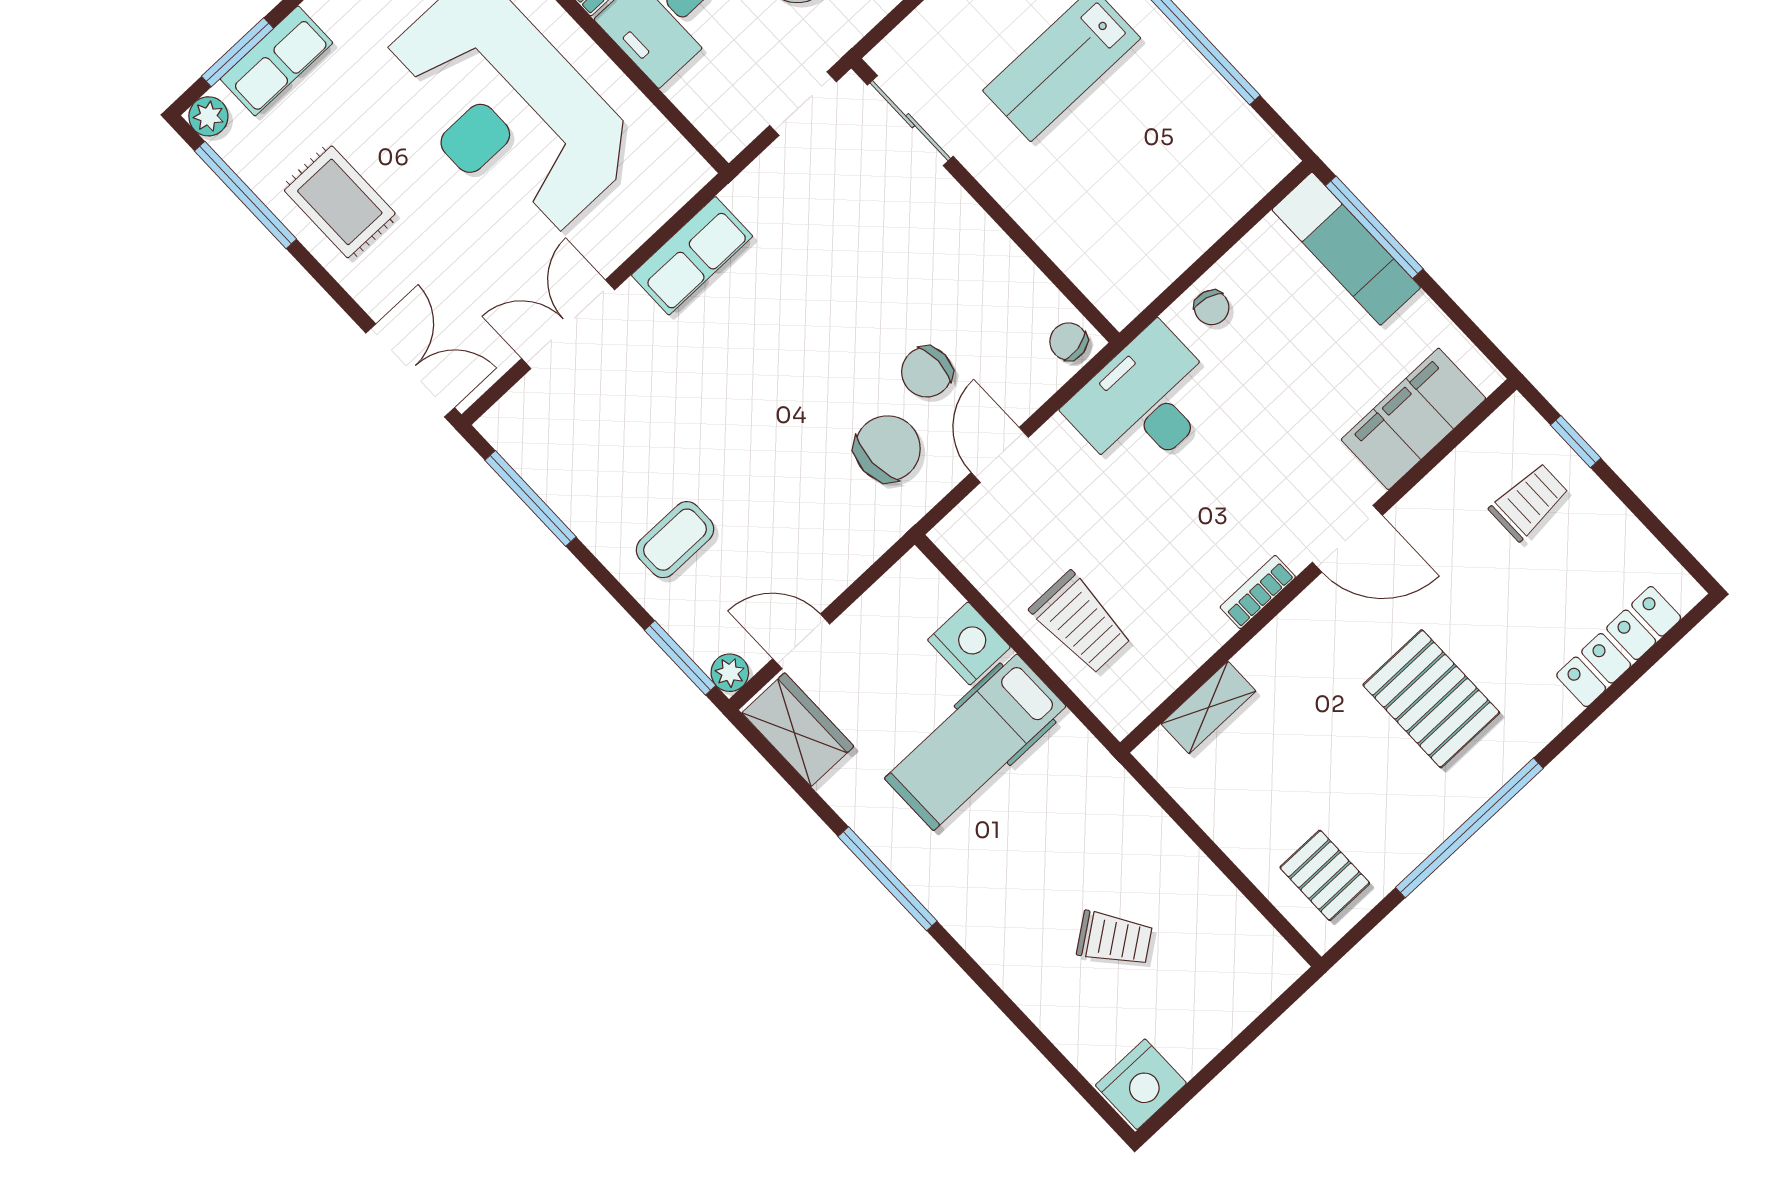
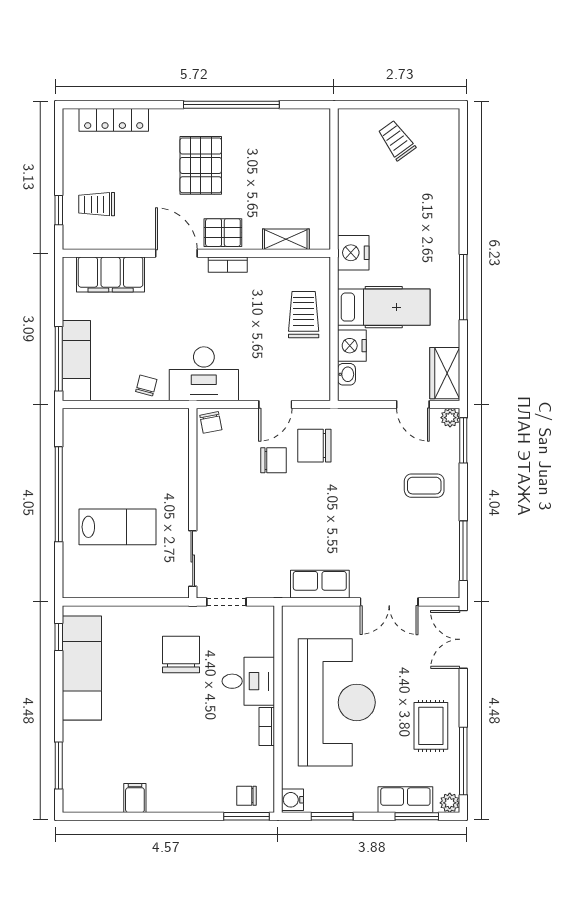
washbasin: (938, 595) -> (346, 374), added
pallet: (1325, 875) -> (223, 233), moved, turned 90
trolley: (1114, 939) -> (397, 140), moved
nightstand: (1141, 1084) -> (353, 253), moved, turned -90

